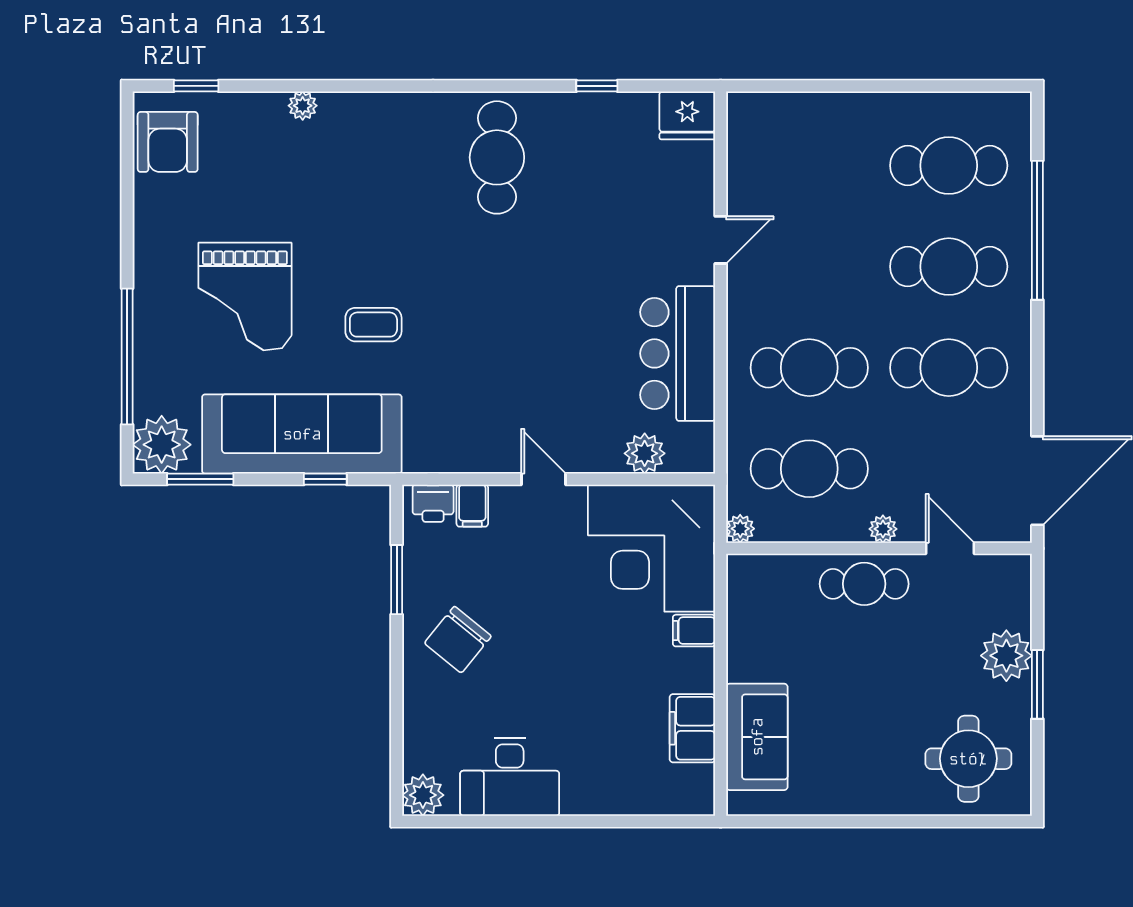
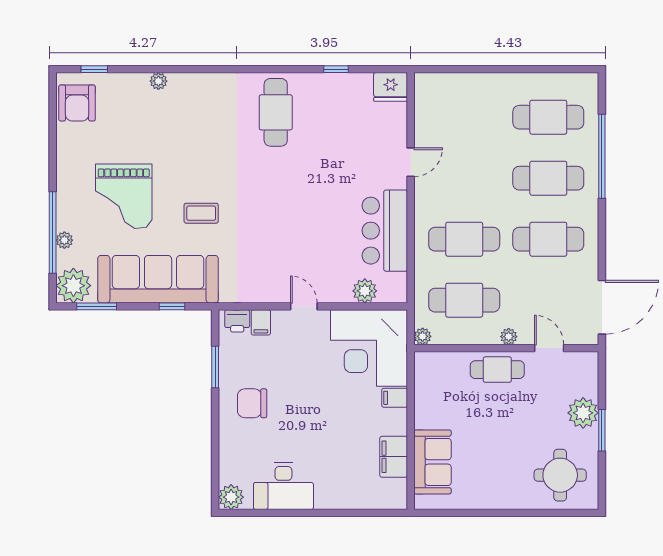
plant: (147, 369) -> (64, 240), added
chair: (458, 640) -> (252, 403), turned 51

